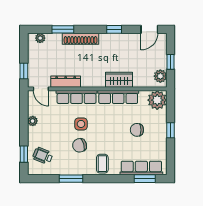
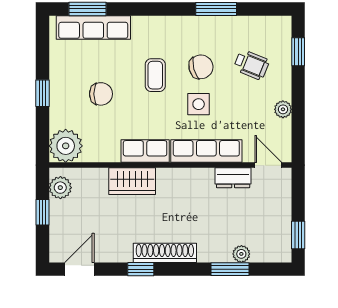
plant: (40, 38) -> (241, 254), moved
shoe rack: (81, 39) -> (165, 253), moved
window: (24, 71) -> (298, 235), moved
dresser: (66, 82) -> (233, 178), width x0.70
row of seats: (118, 97) -> (145, 151), width x0.68
wheelchair: (43, 156) -> (251, 65), moved
coffee table: (102, 164) -> (155, 75), moved

